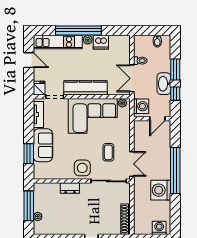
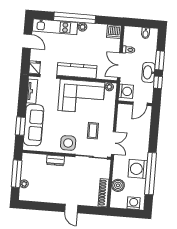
dishwasher: (101, 42) -> (114, 32), moved
sofa: (43, 145) -> (34, 125), width x1.36
window: (175, 170) -> (151, 174), moved
boiler: (141, 210) -> (118, 185), added

